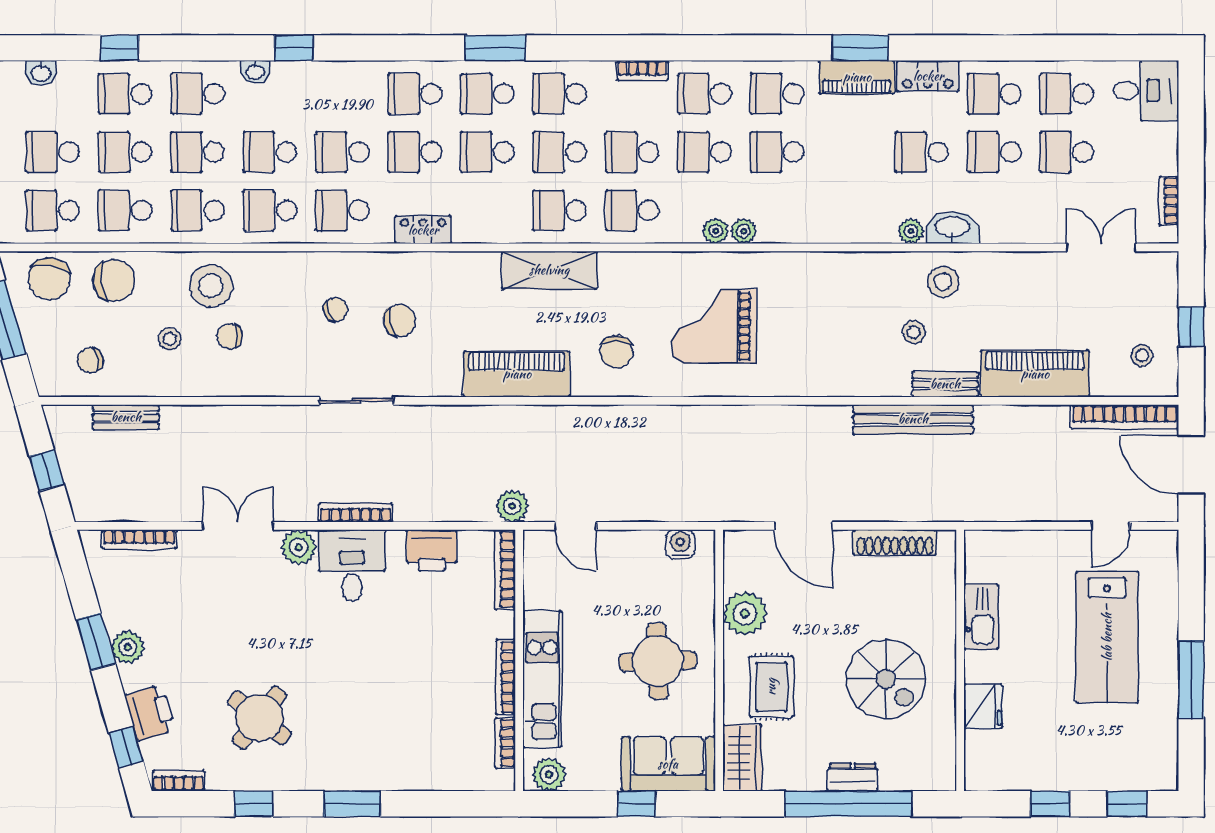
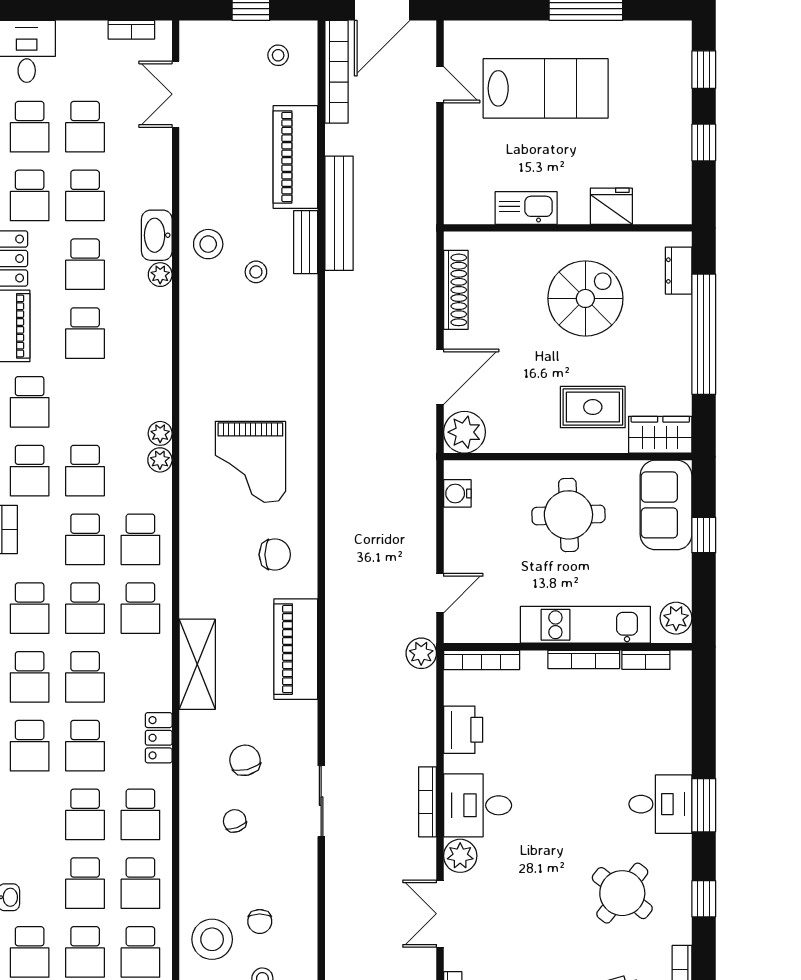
school desk: (777, 152) -> (85, 333), moved
shelving: (549, 270) -> (197, 664), moved
bench: (913, 419) -> (339, 213), moved
plant: (745, 614) -> (464, 432), moved
desk: (353, 758) -> (660, 804), added
dresser: (853, 777) -> (679, 271), moved

